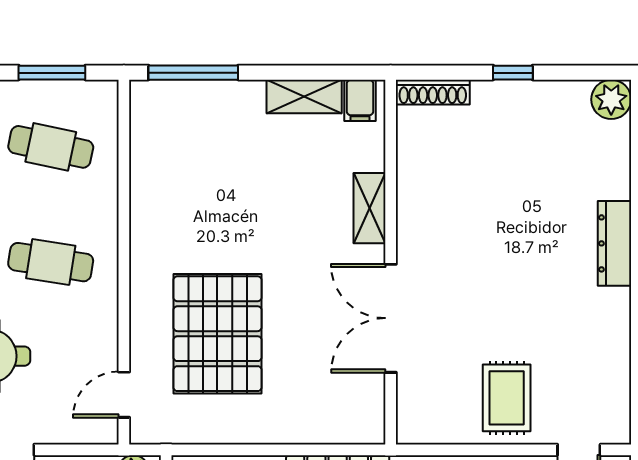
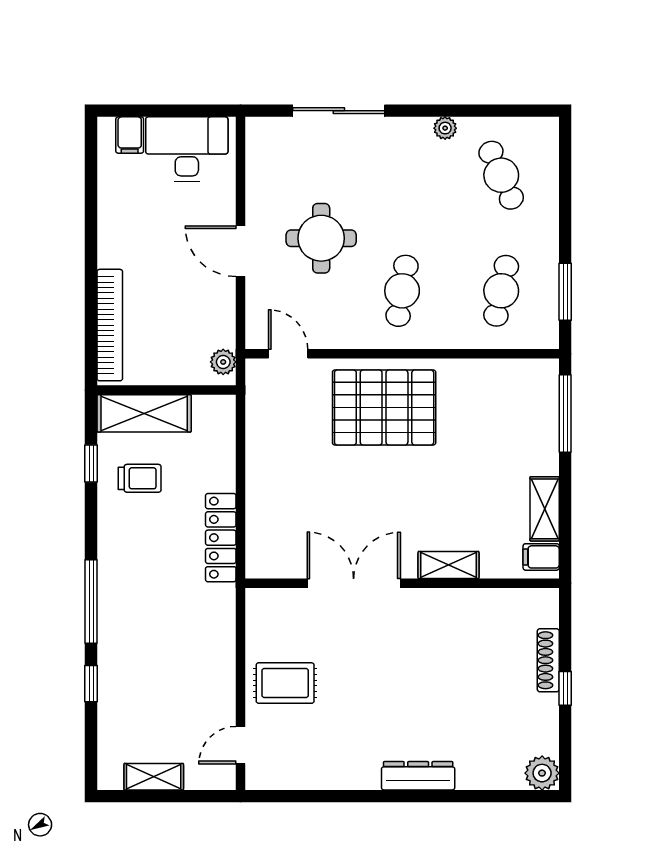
shoe rack: (433, 92) -> (548, 660), moved
pallet: (217, 334) -> (384, 407), moved

